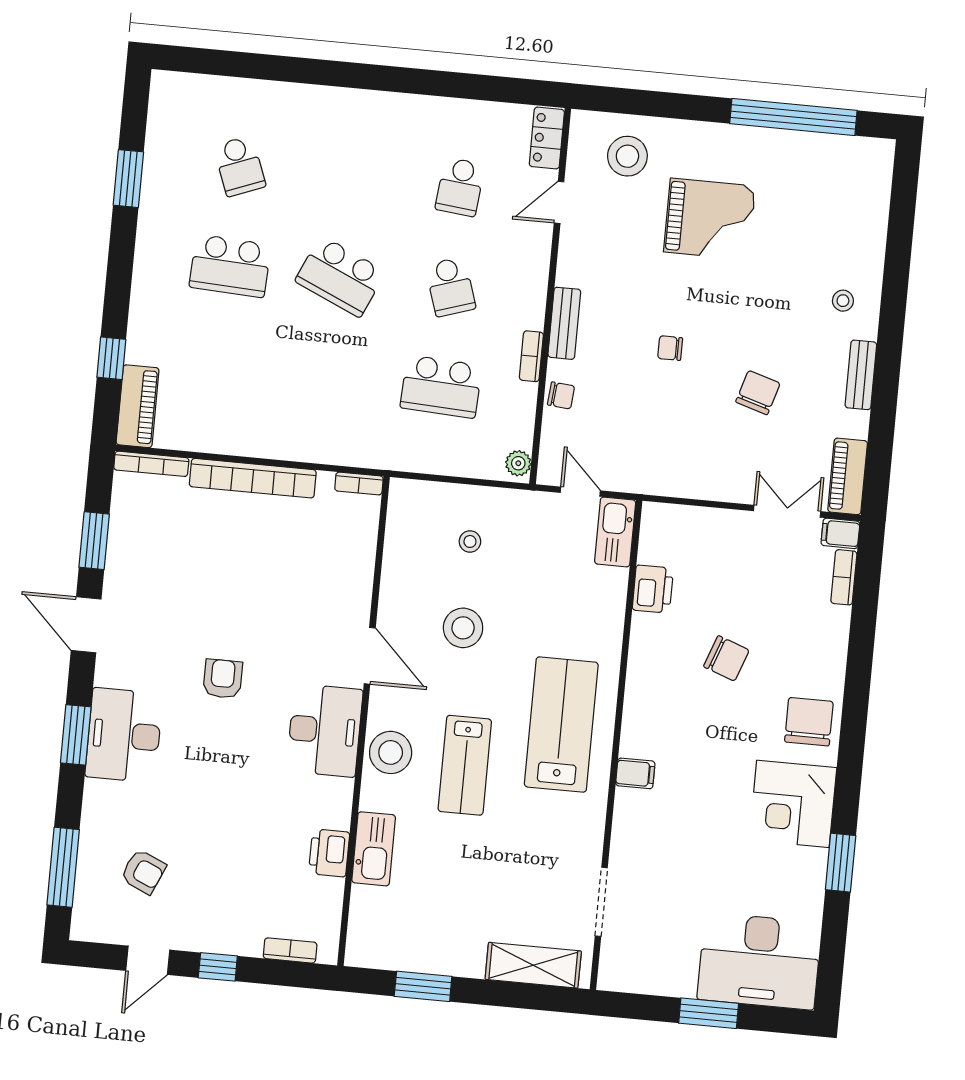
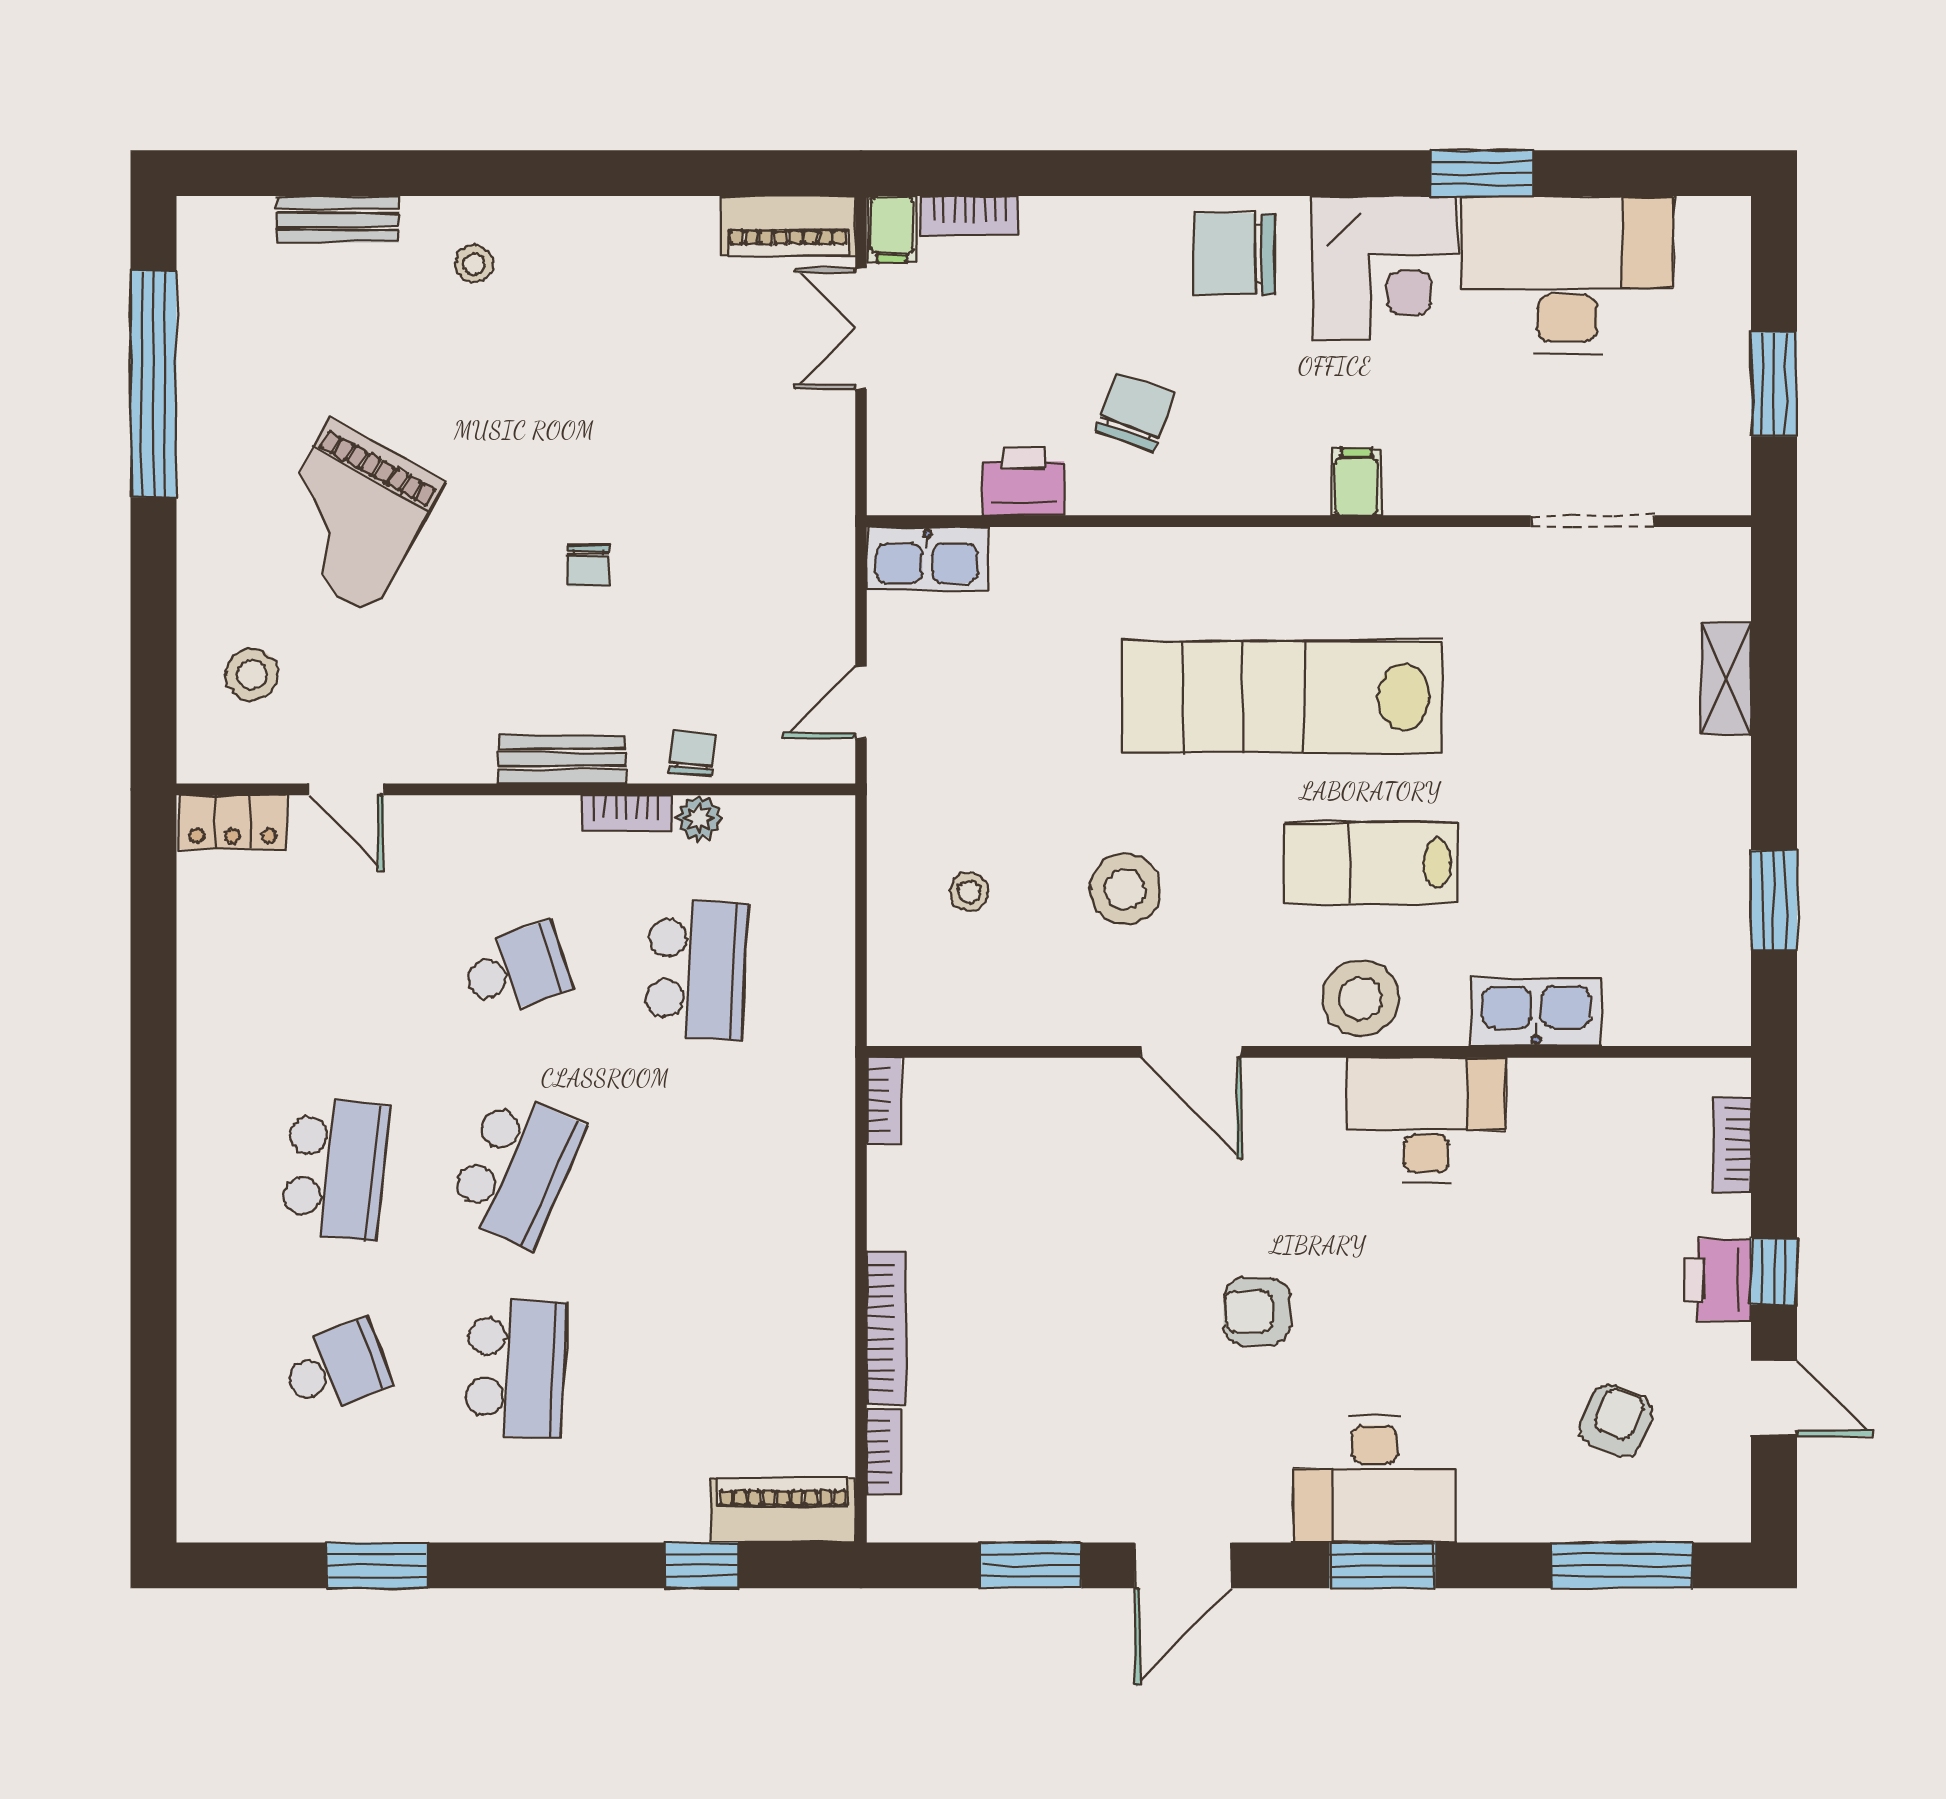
stool: (627, 156) -> (252, 675), width x0.73, depth x0.73
school desk: (460, 187) -> (335, 1169), moved, width x1.85
grand piano: (710, 219) -> (351, 517), turned -151
bench: (861, 375) -> (338, 219), moved
chair: (758, 393) -> (653, 401), removed
plant: (518, 463) -> (699, 818), moved
bookcase: (151, 464) -> (884, 1452), width x0.64
bookcase: (253, 478) -> (886, 1328), width x0.68, depth x0.76
kitchen sink: (615, 532) -> (927, 559), moved
printer: (653, 589) -> (1023, 482), moved
door: (370, 656) -> (1191, 1052), swing flipped
lab bench: (561, 725) -> (1282, 697), width x1.36
desk: (325, 730) -> (1426, 1120), moved
wall: (616, 745) -> (1309, 521), moved
lab bench: (465, 765) -> (1371, 863), turned 180
filing cabinet: (635, 773) -> (1357, 482), moved
printer: (329, 853) -> (1718, 1280), moved, turned 90
doorway: (601, 902) -> (1593, 521), moved
desk: (759, 961) -> (1567, 275), moved, turned -90
shelving: (533, 965) -> (1726, 678), width x0.67, depth x0.75

